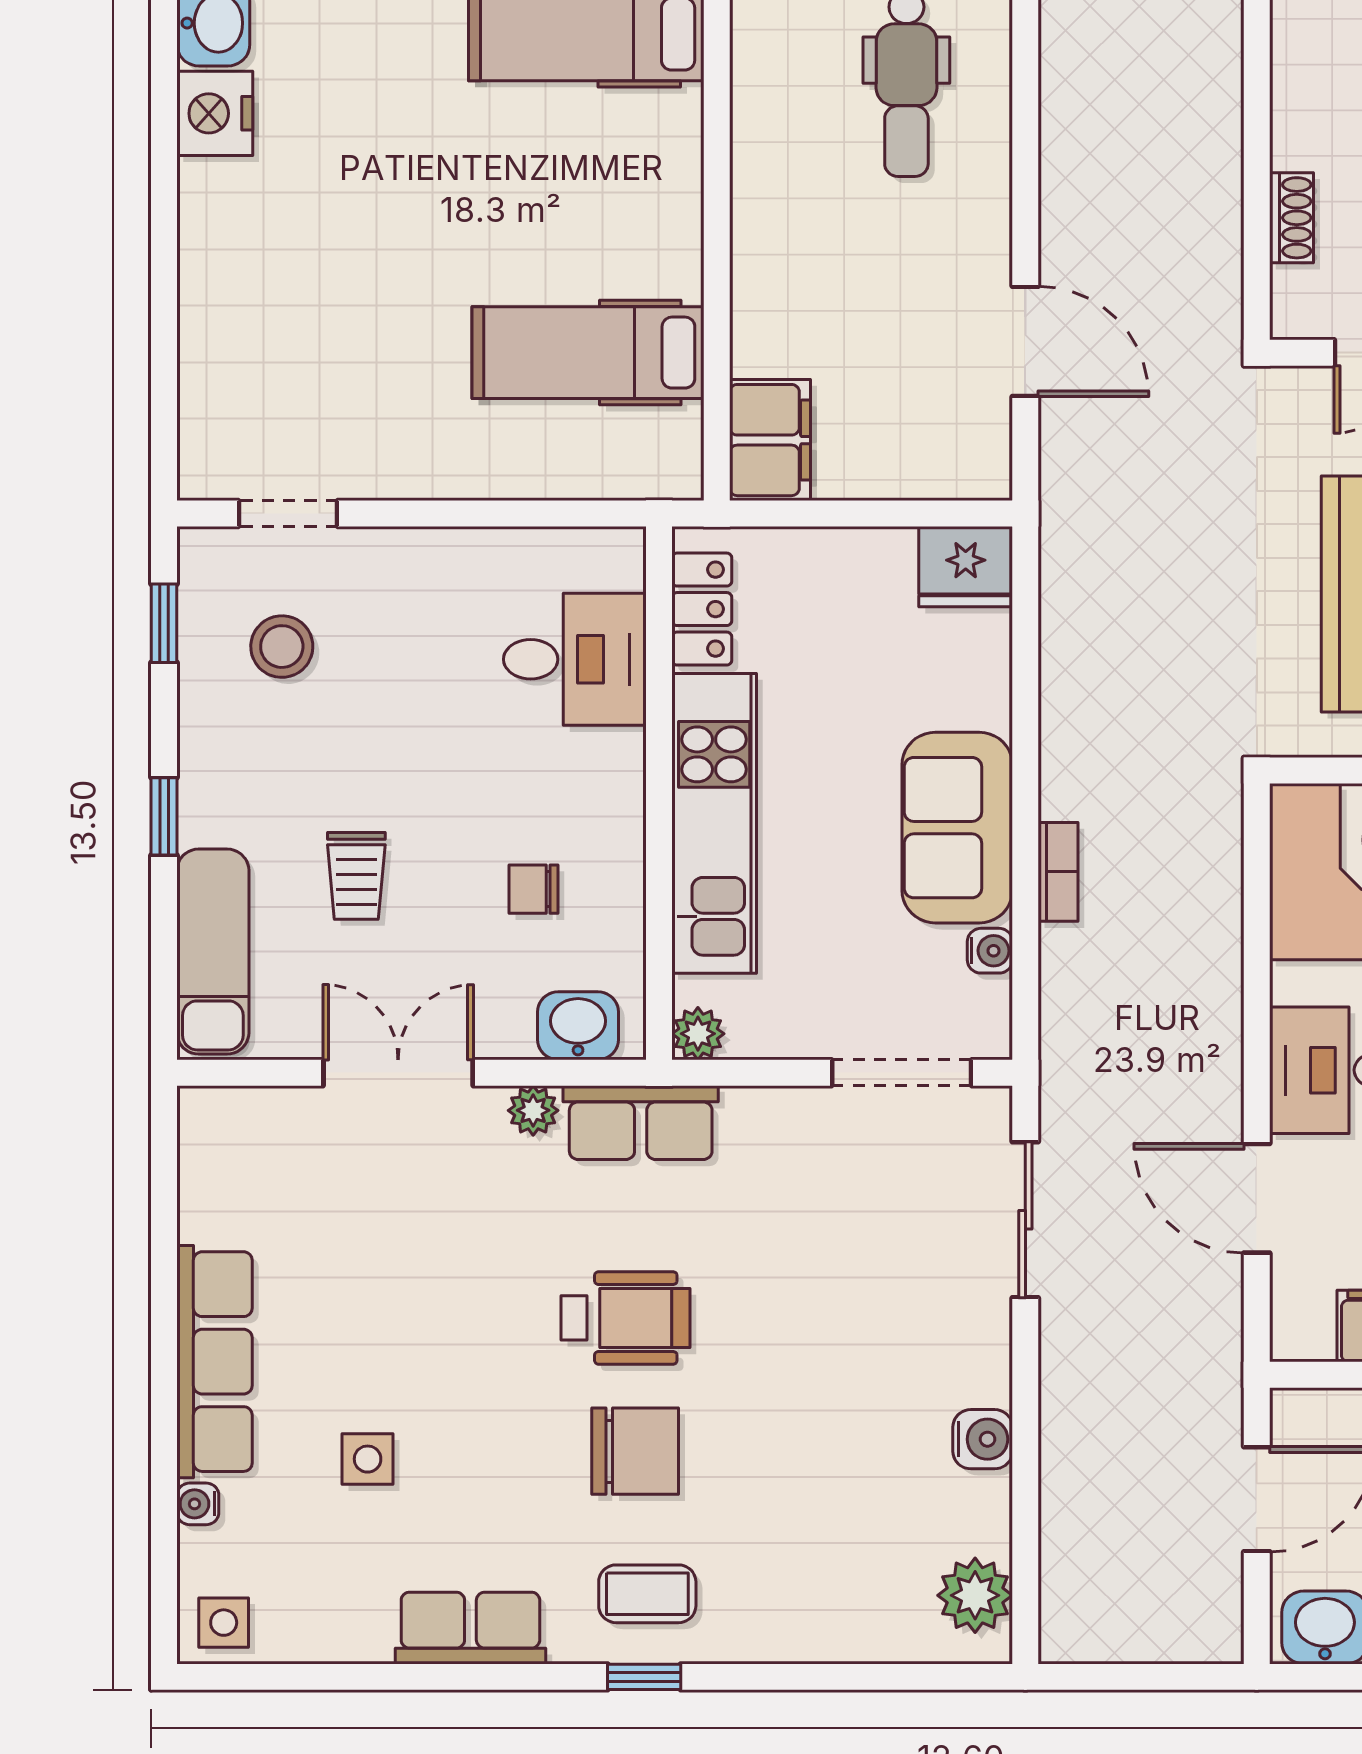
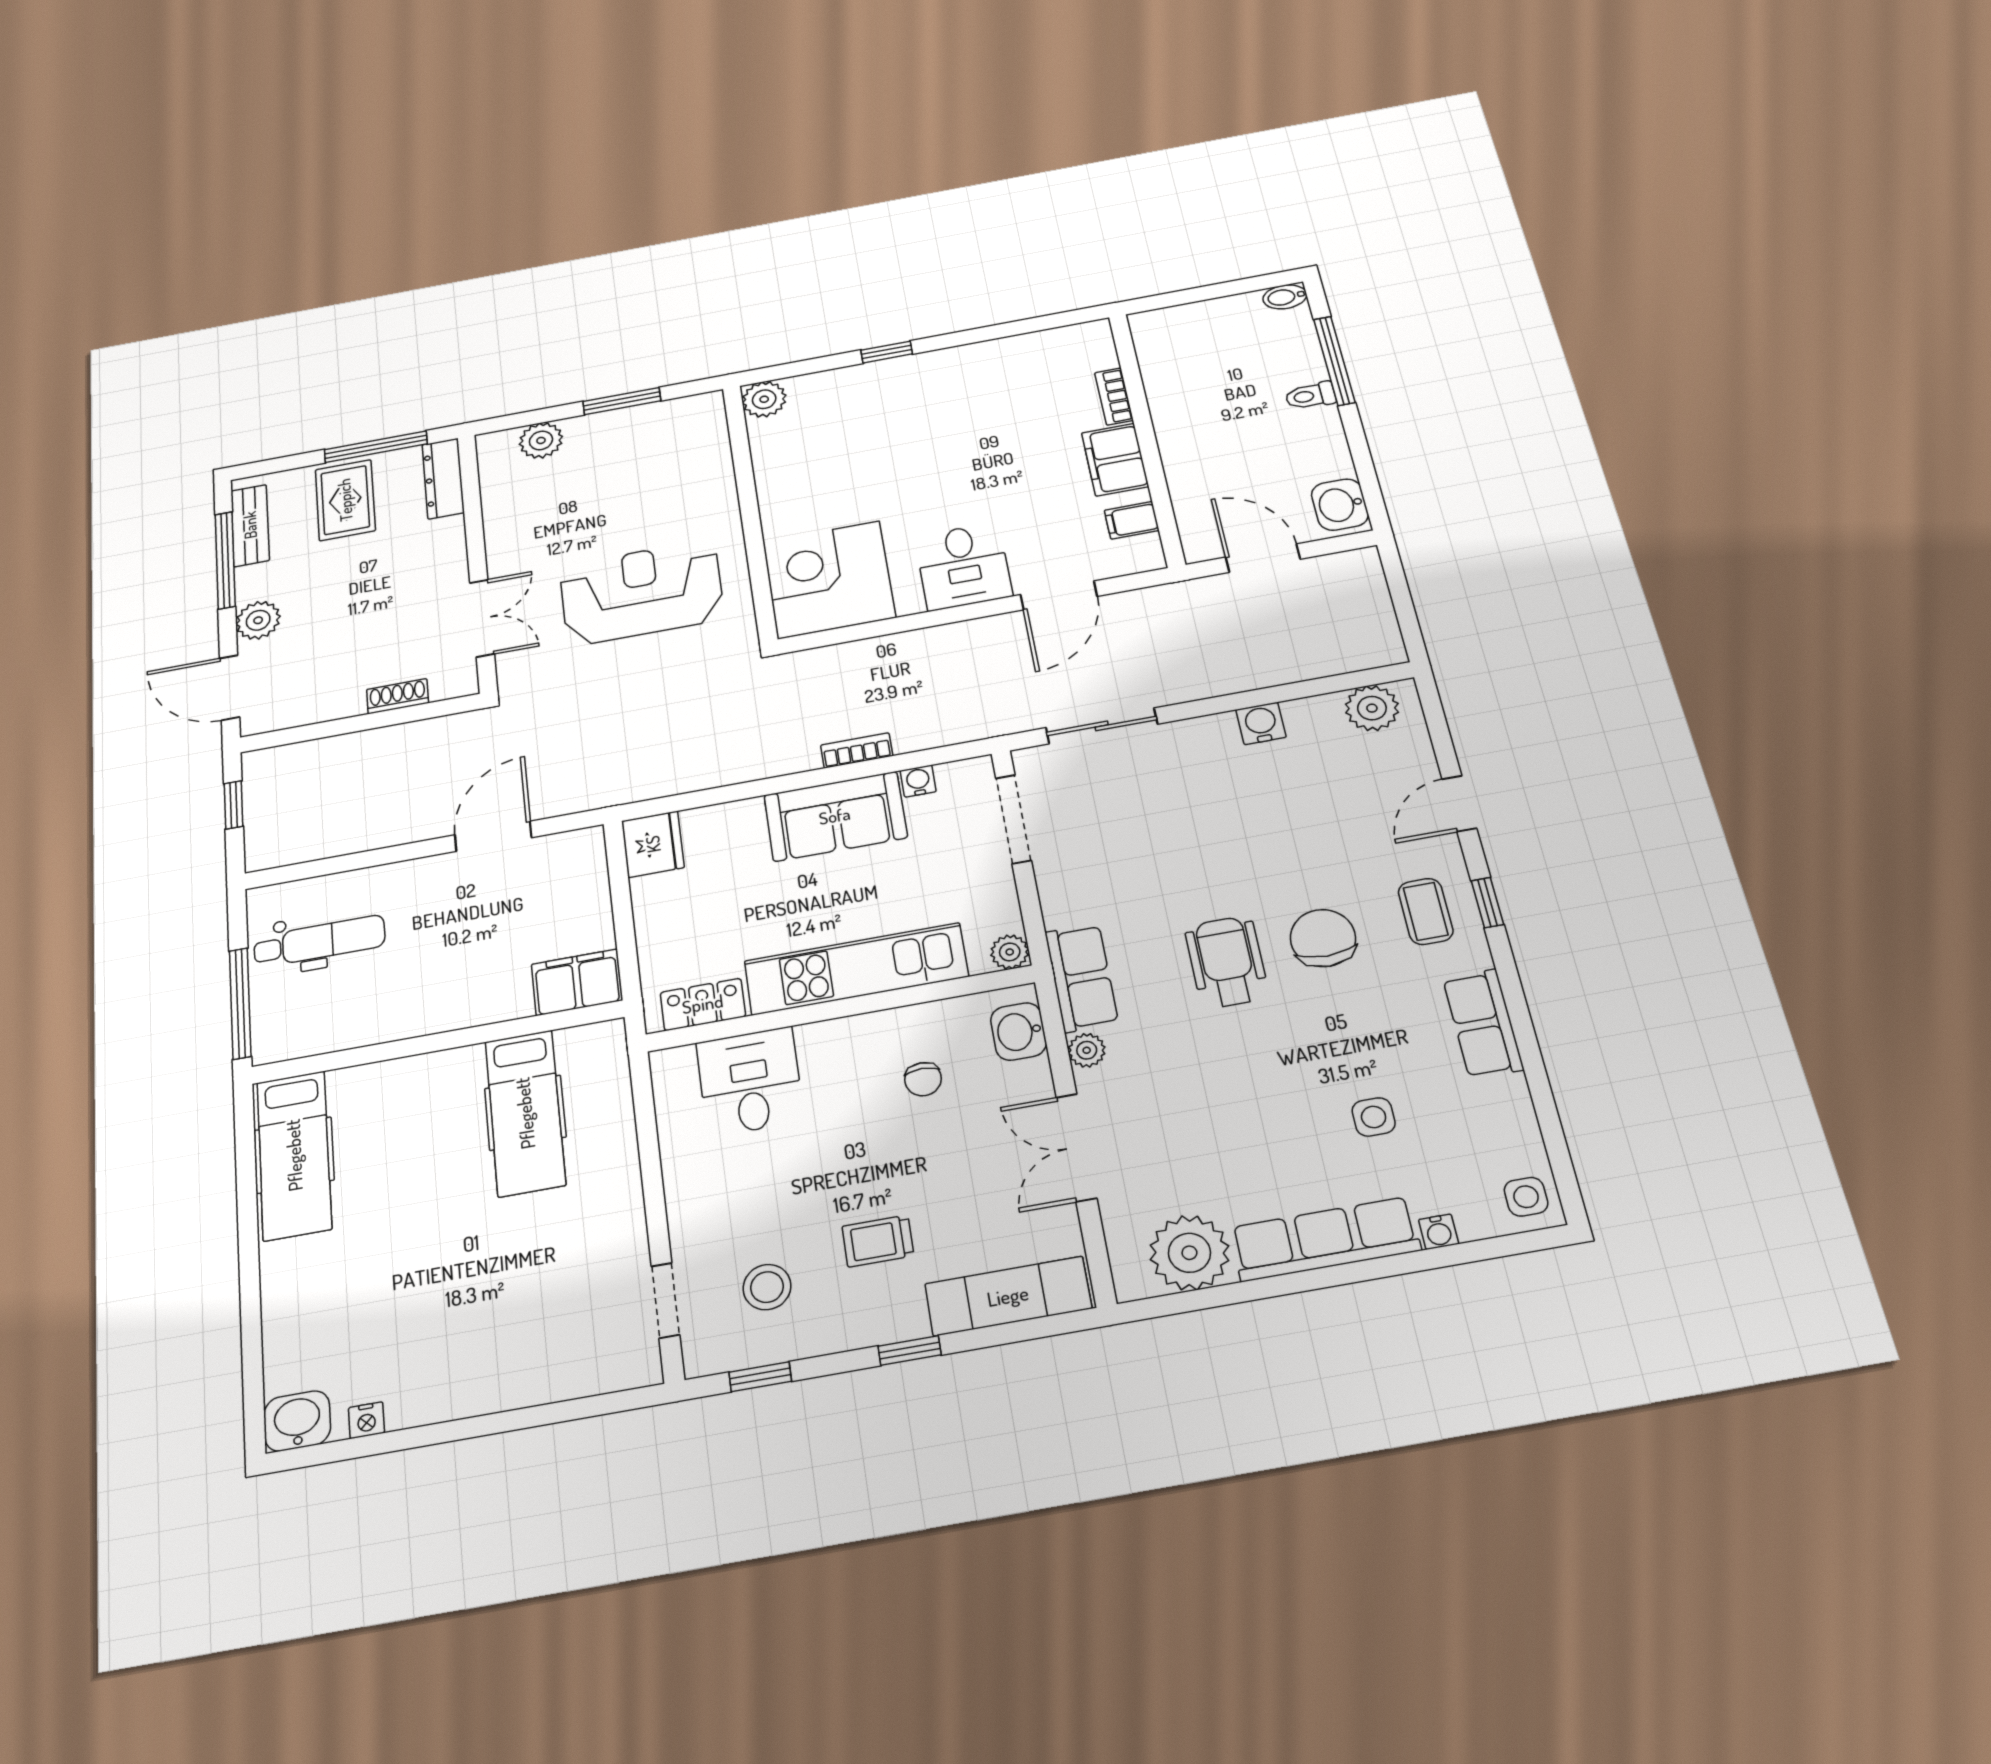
nightstand: (215, 113) -> (366, 1420), width x0.53, depth x0.56
trolley: (356, 876) -> (878, 1241), moved, turned 180
plant: (228, 1189) -> (1189, 1253), added
door: (800, 1677) -> (1459, 804), added

